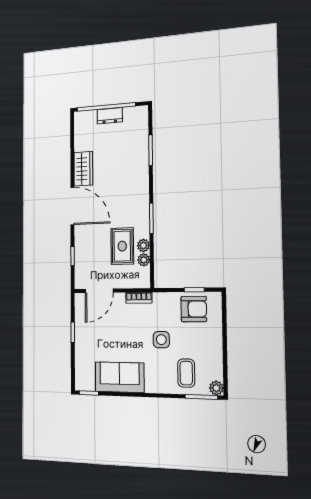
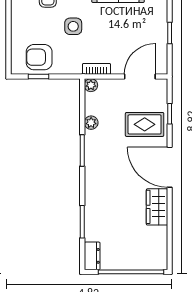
dresser: (110, 116) -> (92, 256), moved, turned 90
rug: (122, 246) -> (145, 124), moved, turned 90
plant: (144, 260) -> (91, 85), moved

